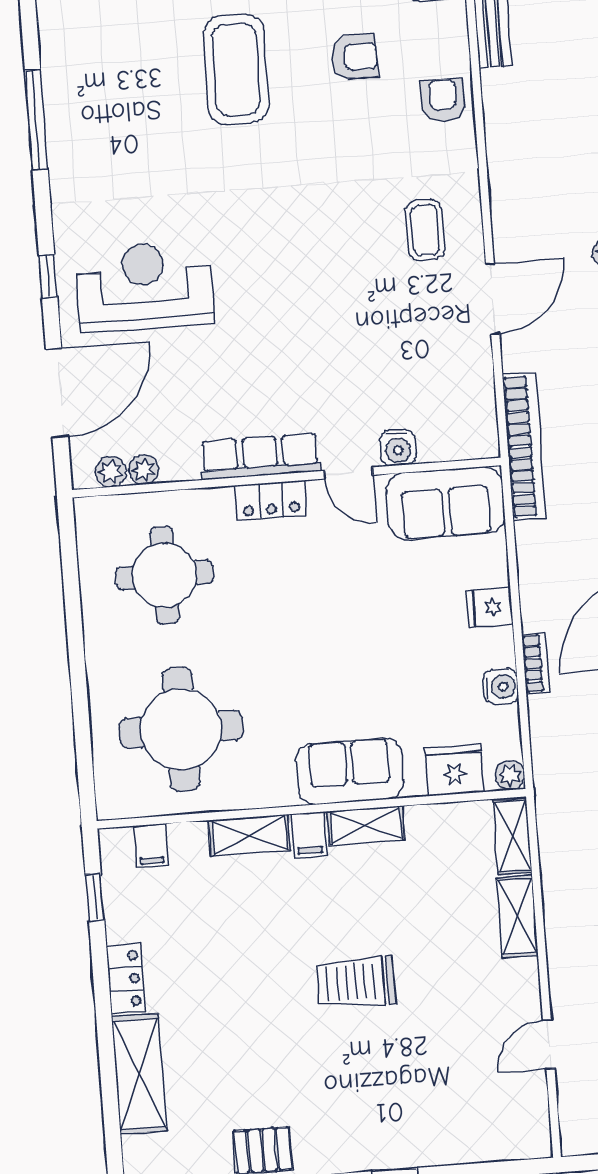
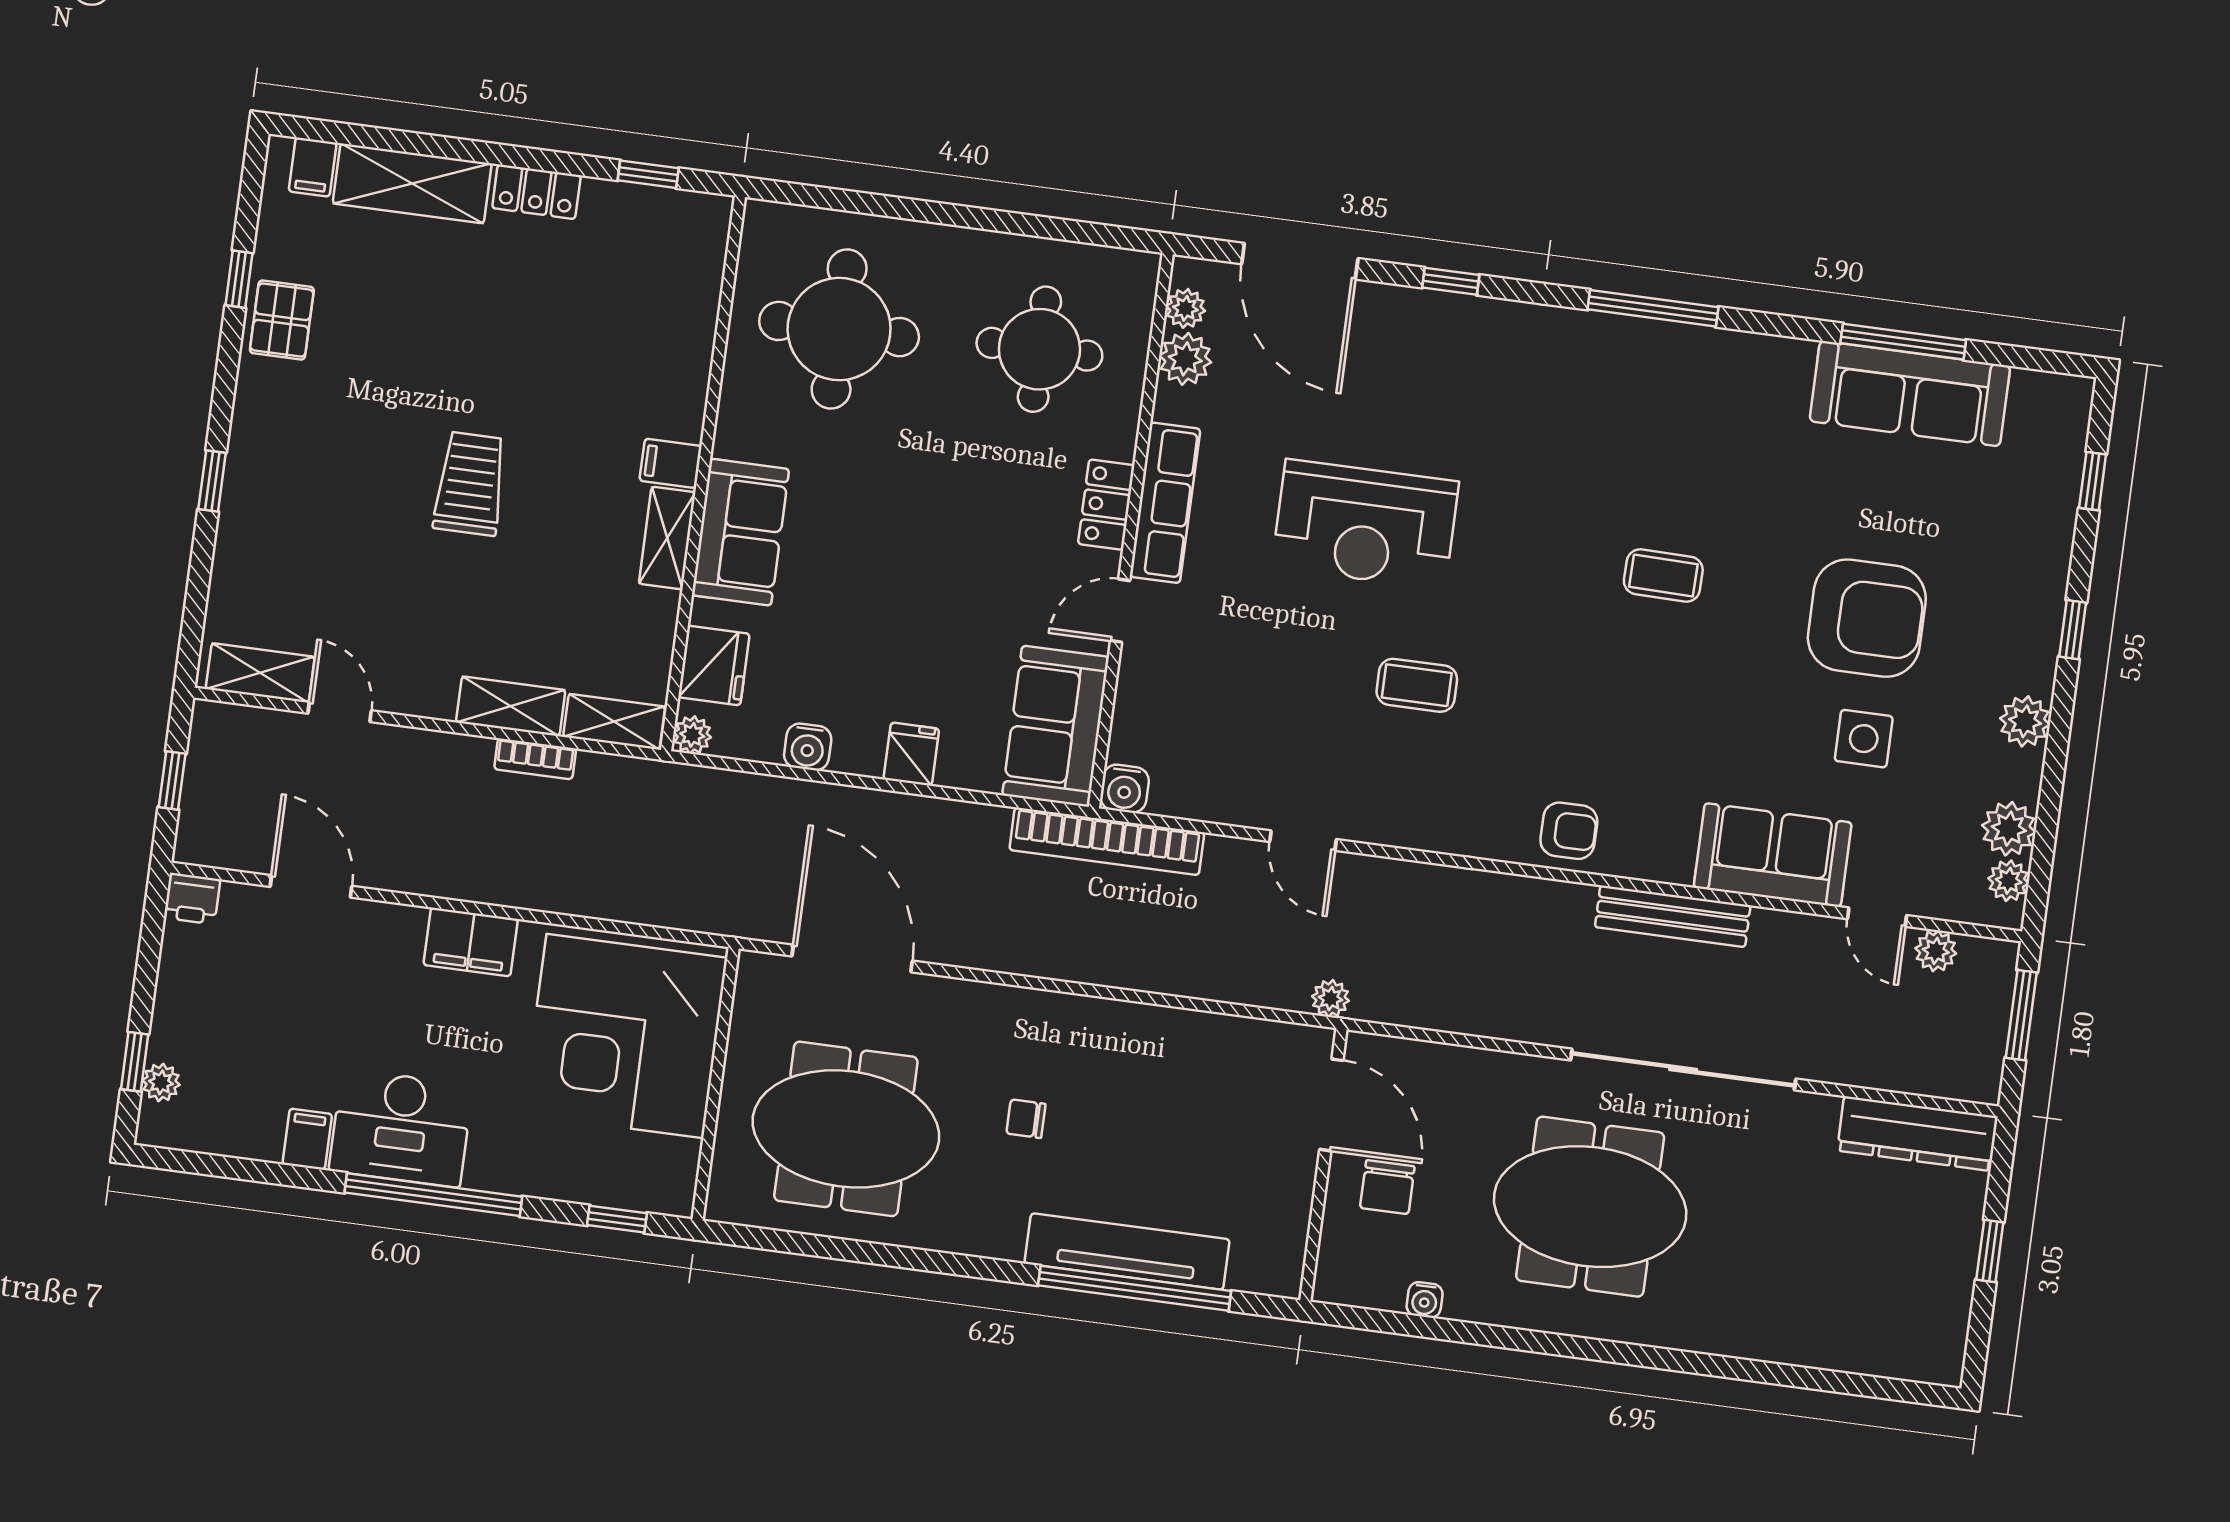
armchair: (355, 57) -> (1648, 730), removed
coffee table: (236, 70) -> (1663, 576), width x0.54, depth x0.58
coffee table: (425, 230) -> (1417, 685), moved
reception desk: (144, 287) -> (1365, 524), moved, turned 90
door: (493, 299) -> (1303, 841), width x0.73
water cooler: (398, 448) -> (1125, 789), moved, turned -90
plant: (144, 470) -> (1185, 359), width x1.38, depth x1.38
bookcase: (536, 663) -> (535, 759), moved
shelving: (249, 835) -> (260, 673), moved, turned 90
filing cabinet: (151, 846) -> (313, 167), moved, turned -90

